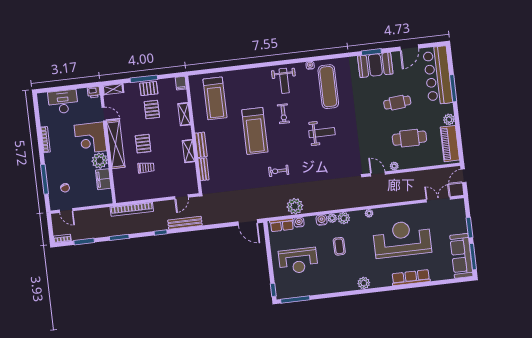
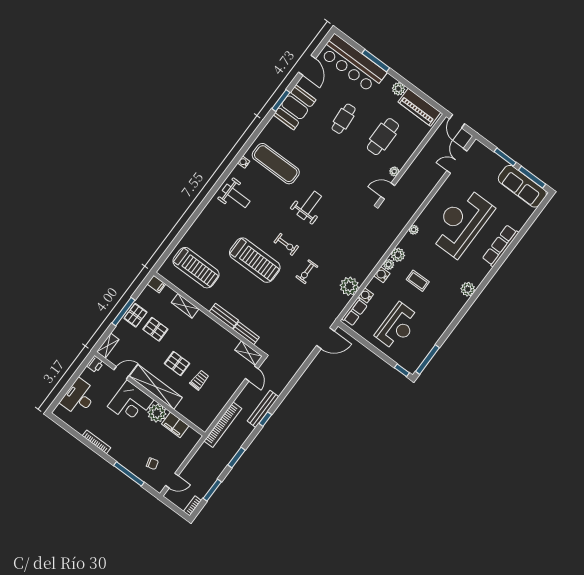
exercise bike: (283, 114) -> (286, 244), moved
shelving: (189, 151) -> (249, 353), moved
bench: (185, 223) -> (263, 409), moved

